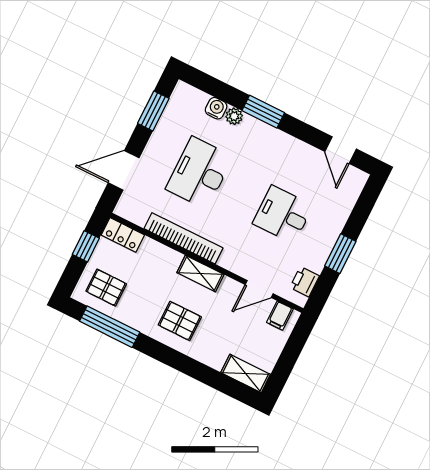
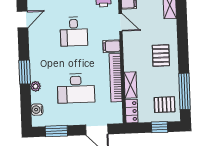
water cooler: (216, 108) -> (37, 110), moved
window: (86, 246) -> (160, 127), moved
filing cabinet: (232, 257) -> (112, 46), added
shelving: (200, 273) -> (130, 85), moved
pallet: (106, 288) -> (165, 105), turned 90

